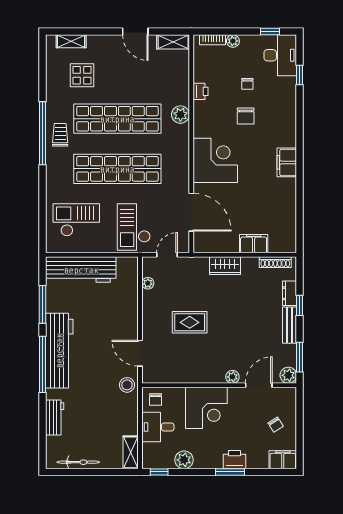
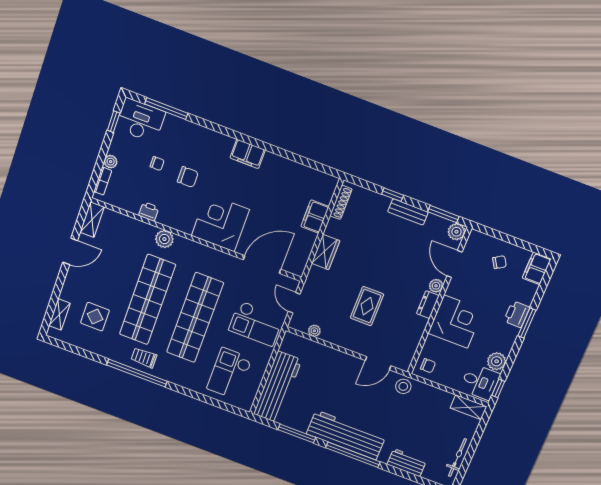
window: (300, 75) -> (166, 109), width x2.17
dresser: (290, 293) -> (428, 305), moved, turned 90
desk: (158, 427) -> (480, 382), moved, turned -90

